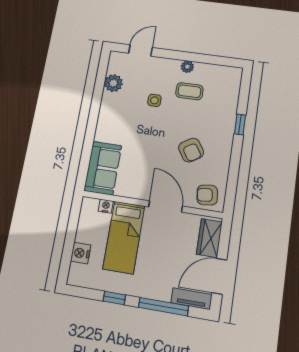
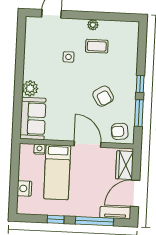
plant: (113, 83) -> (30, 88), moved
window: (240, 124) -> (140, 84), moved
window: (233, 175) -> (139, 113), added

